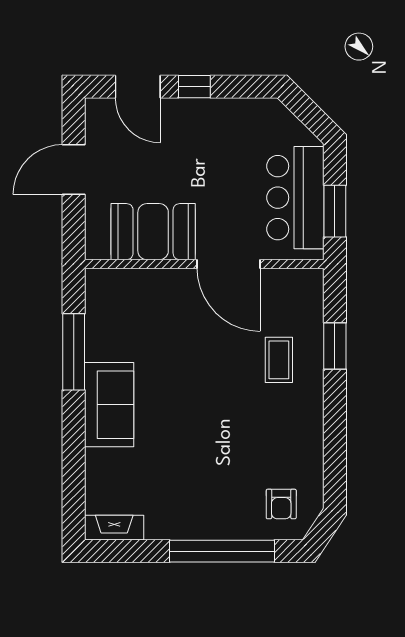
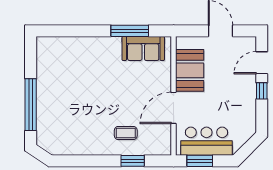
sofa: (109, 405) -> (143, 49), moved
armchair: (281, 504) -> (54, 134), removed
fireplace: (114, 528) -> (42, 51), removed

